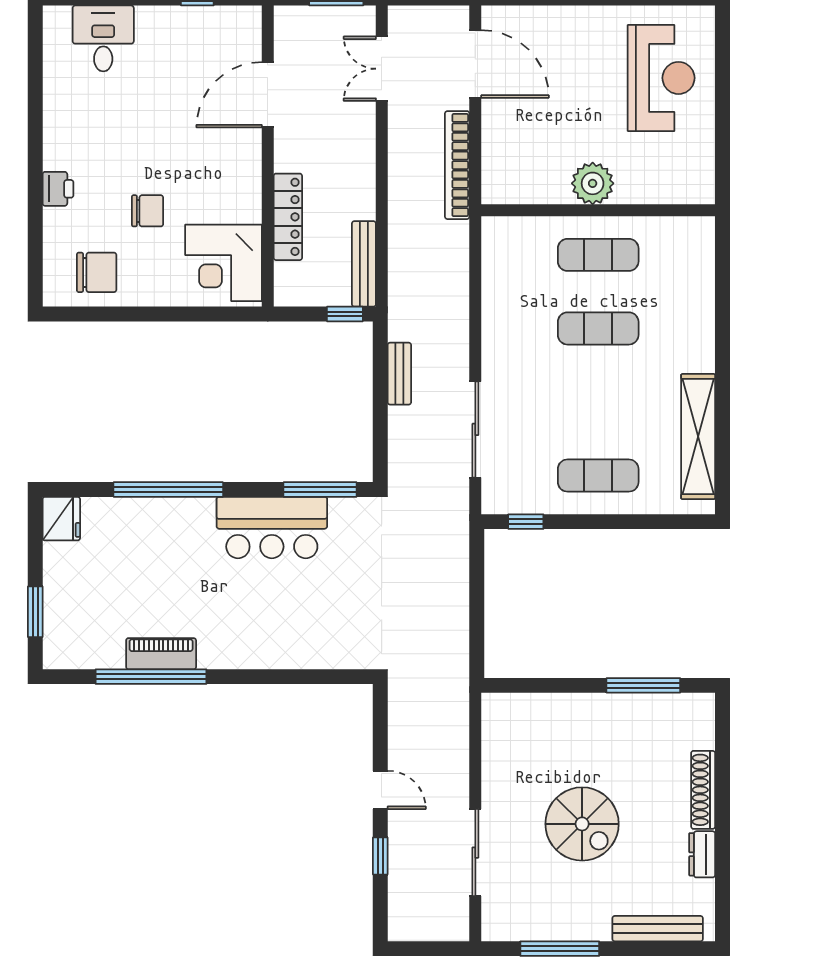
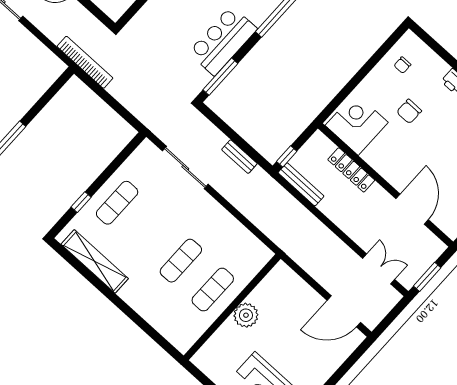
bookcase: (457, 165) -> (85, 62), moved
chair: (97, 272) -> (402, 65), width x0.54, depth x0.54
window: (526, 522) -> (81, 202), moved

